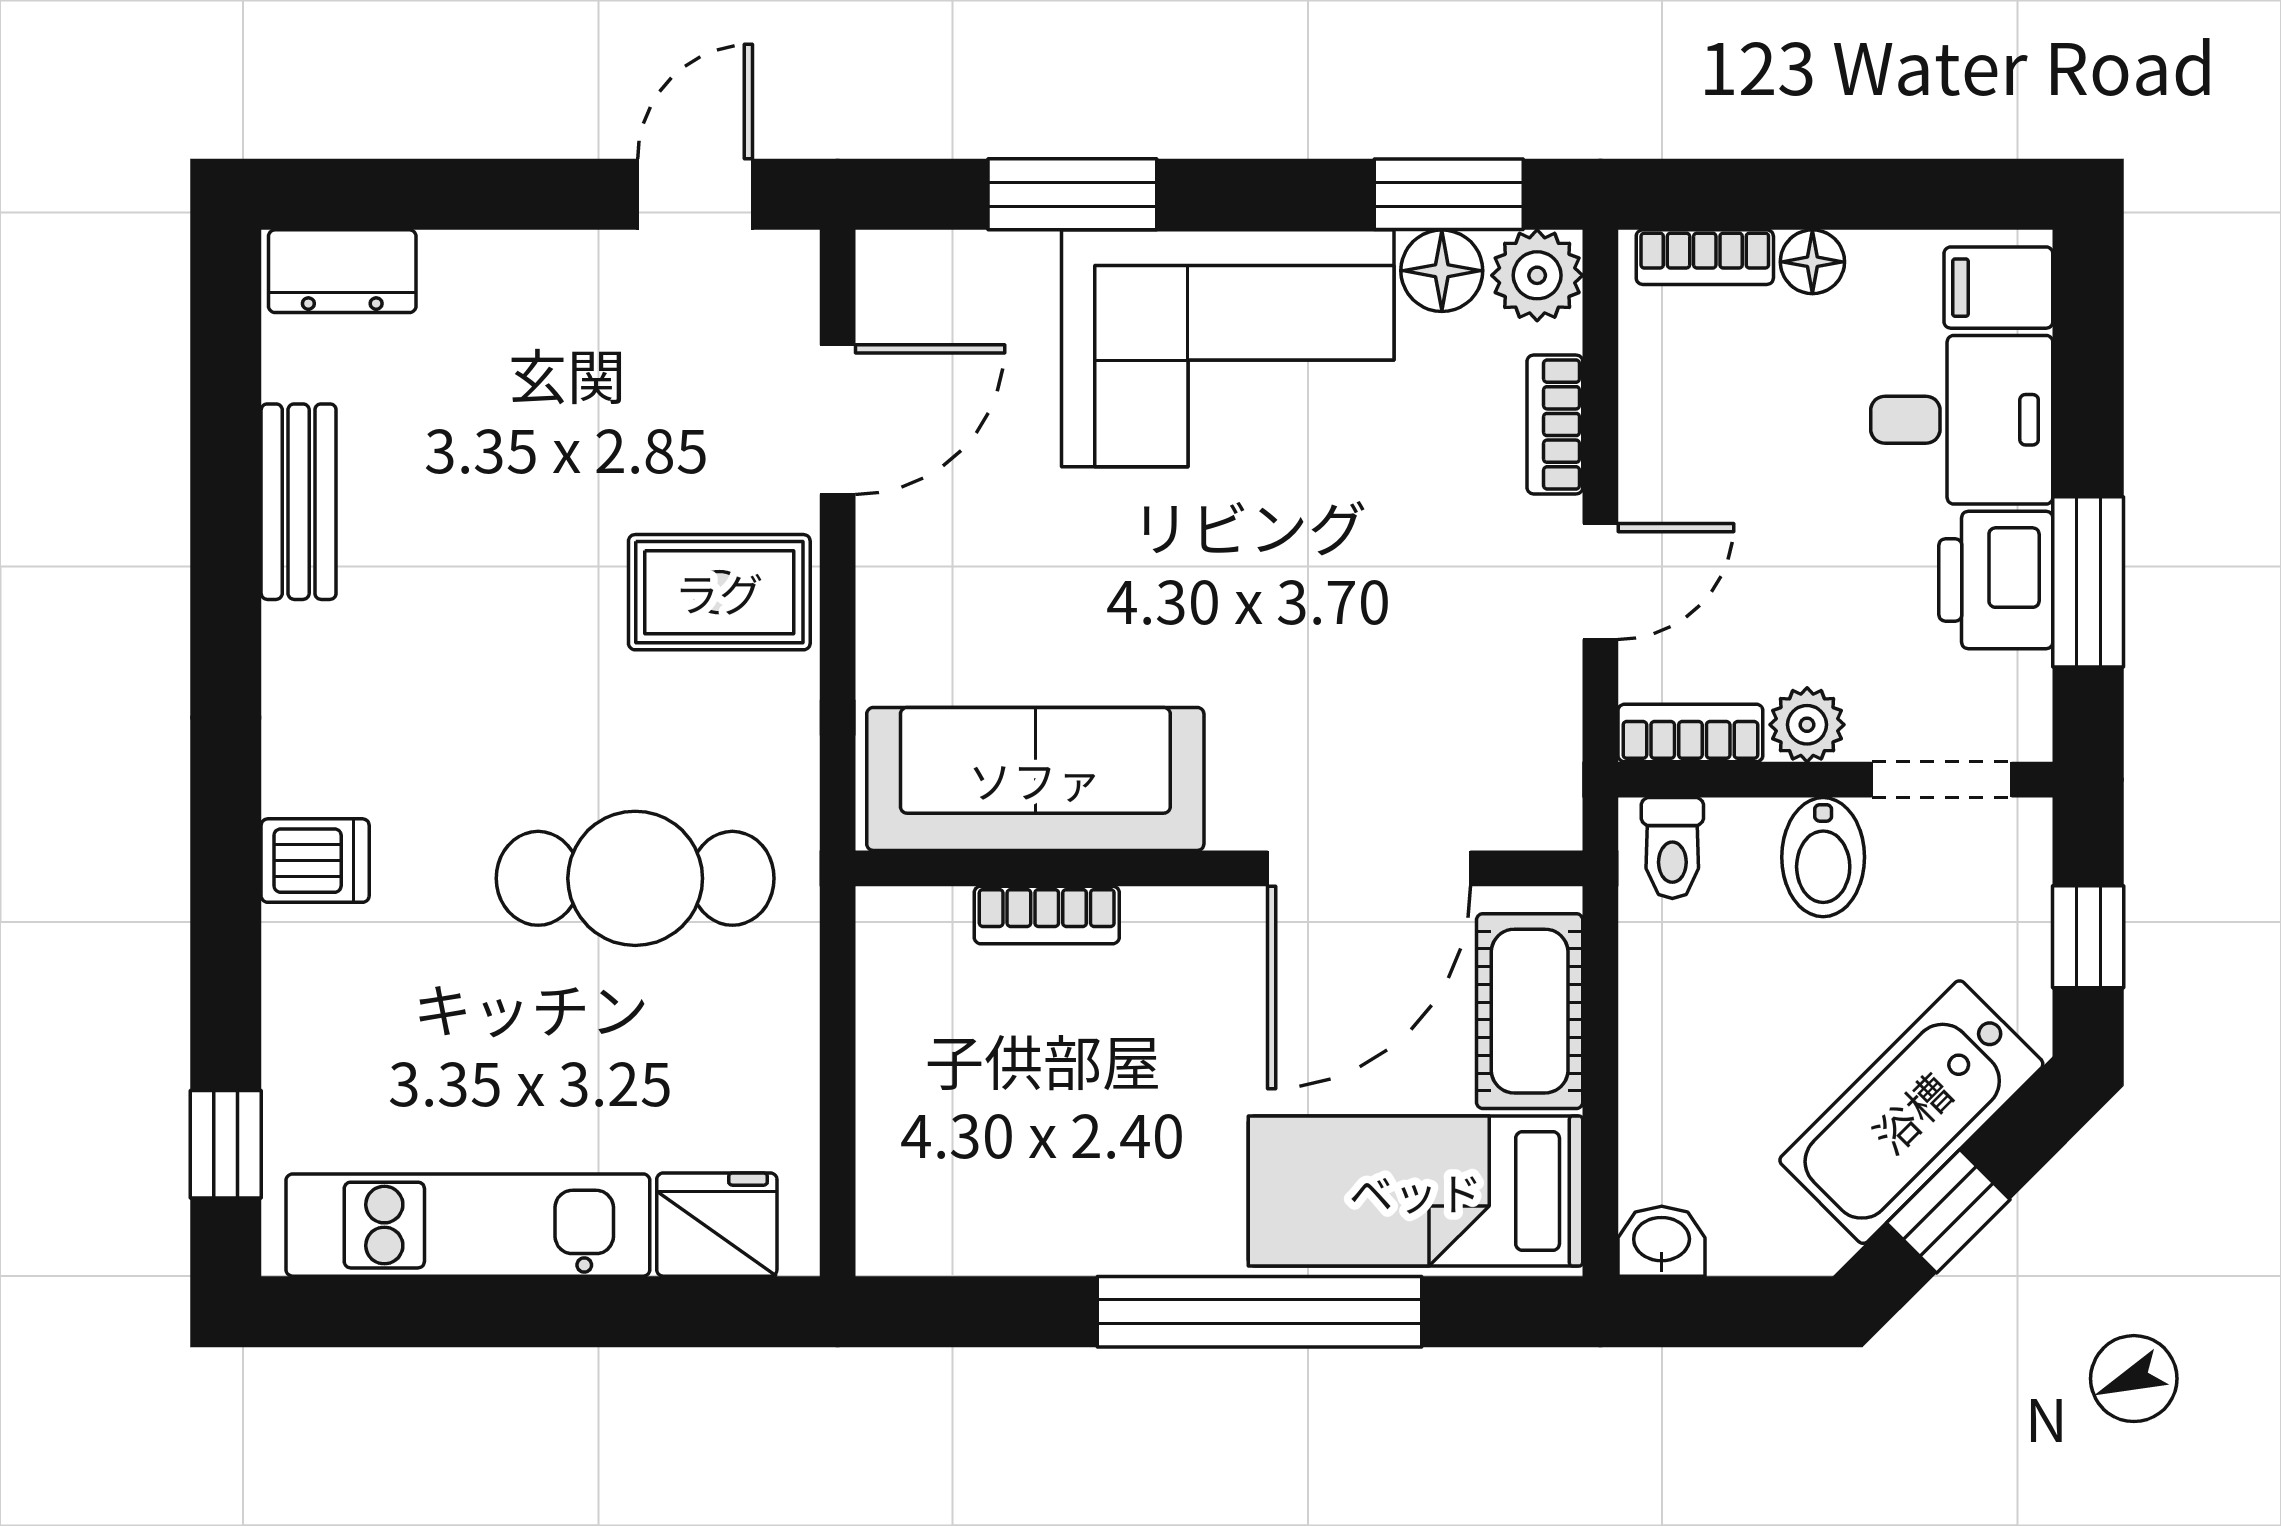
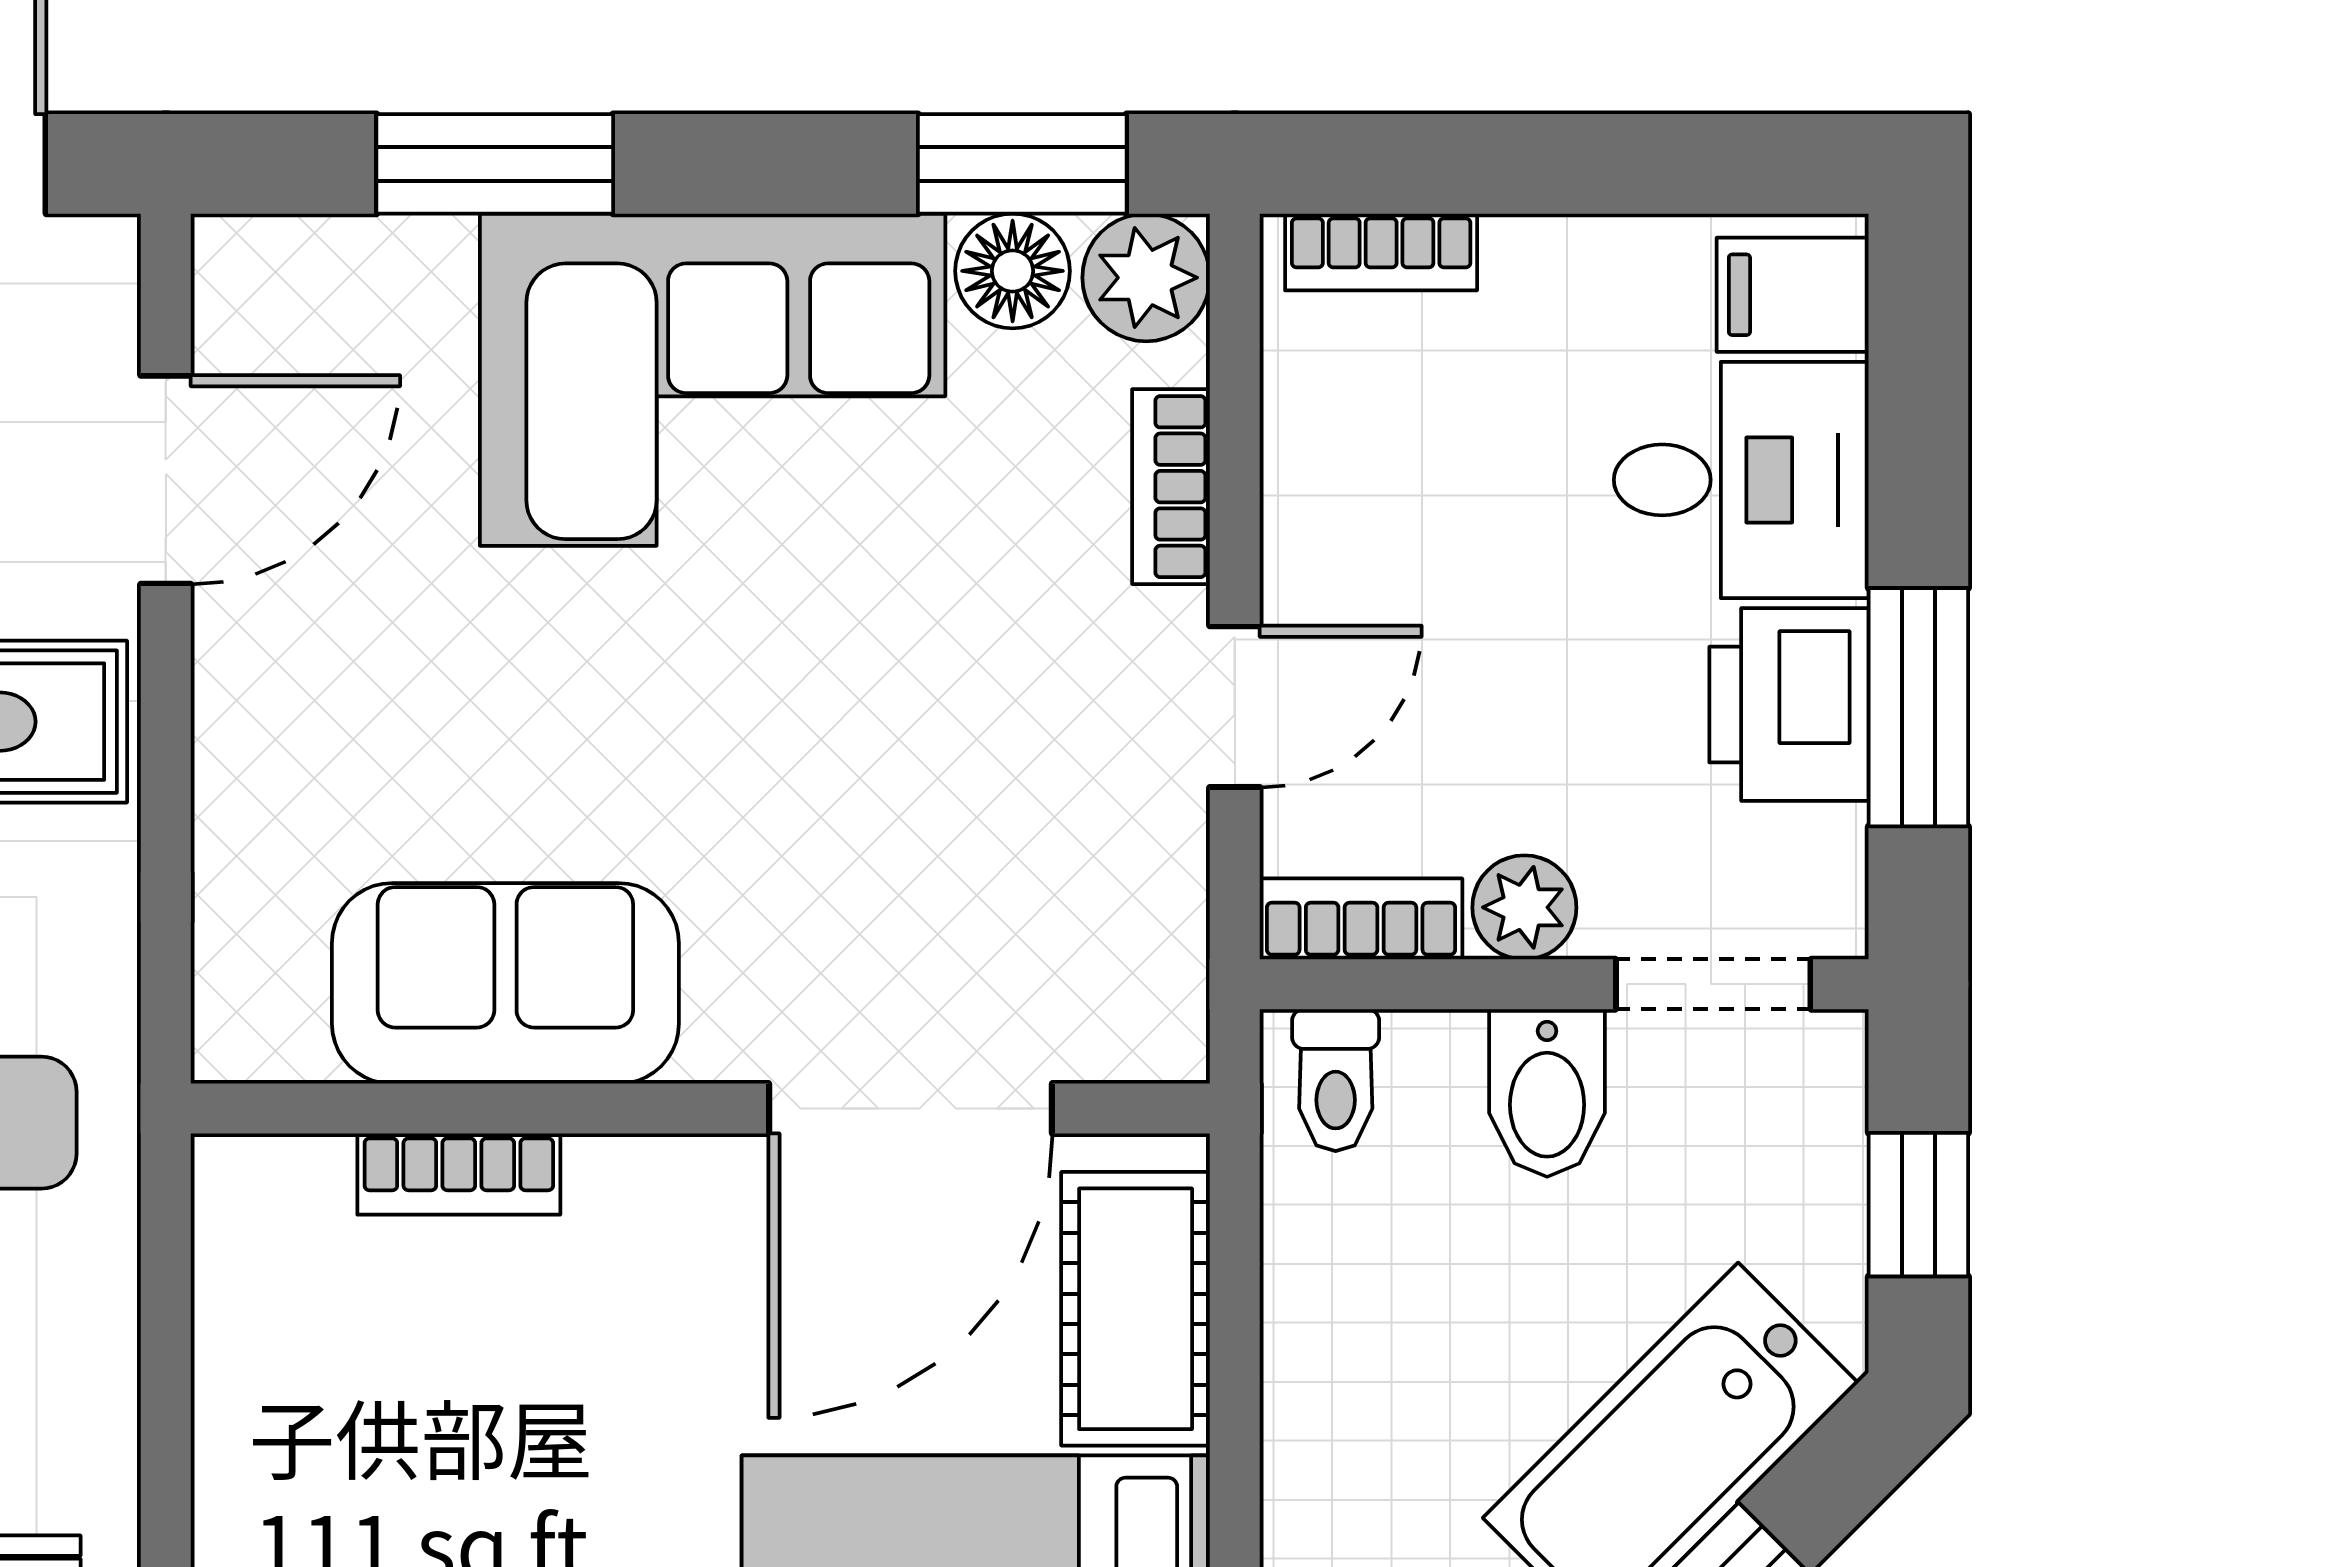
floor lamp: (1812, 262) -> (1532, 259), removed
sofa: (1035, 779) -> (505, 983), width x0.73

